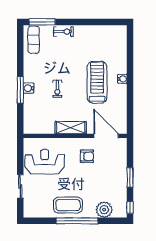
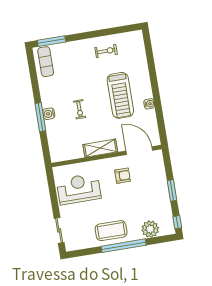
exercise bike: (63, 32) -> (106, 51), moved
water cooler: (122, 79) -> (149, 104), moved
treadmill: (97, 82) -> (120, 95), turned 180
sliding door: (20, 186) -> (59, 230), moved

